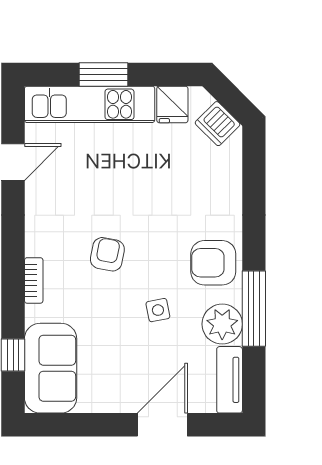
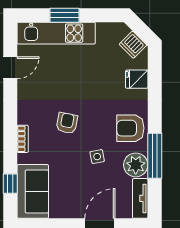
fridge: (172, 104) -> (137, 79), moved, turned 90

